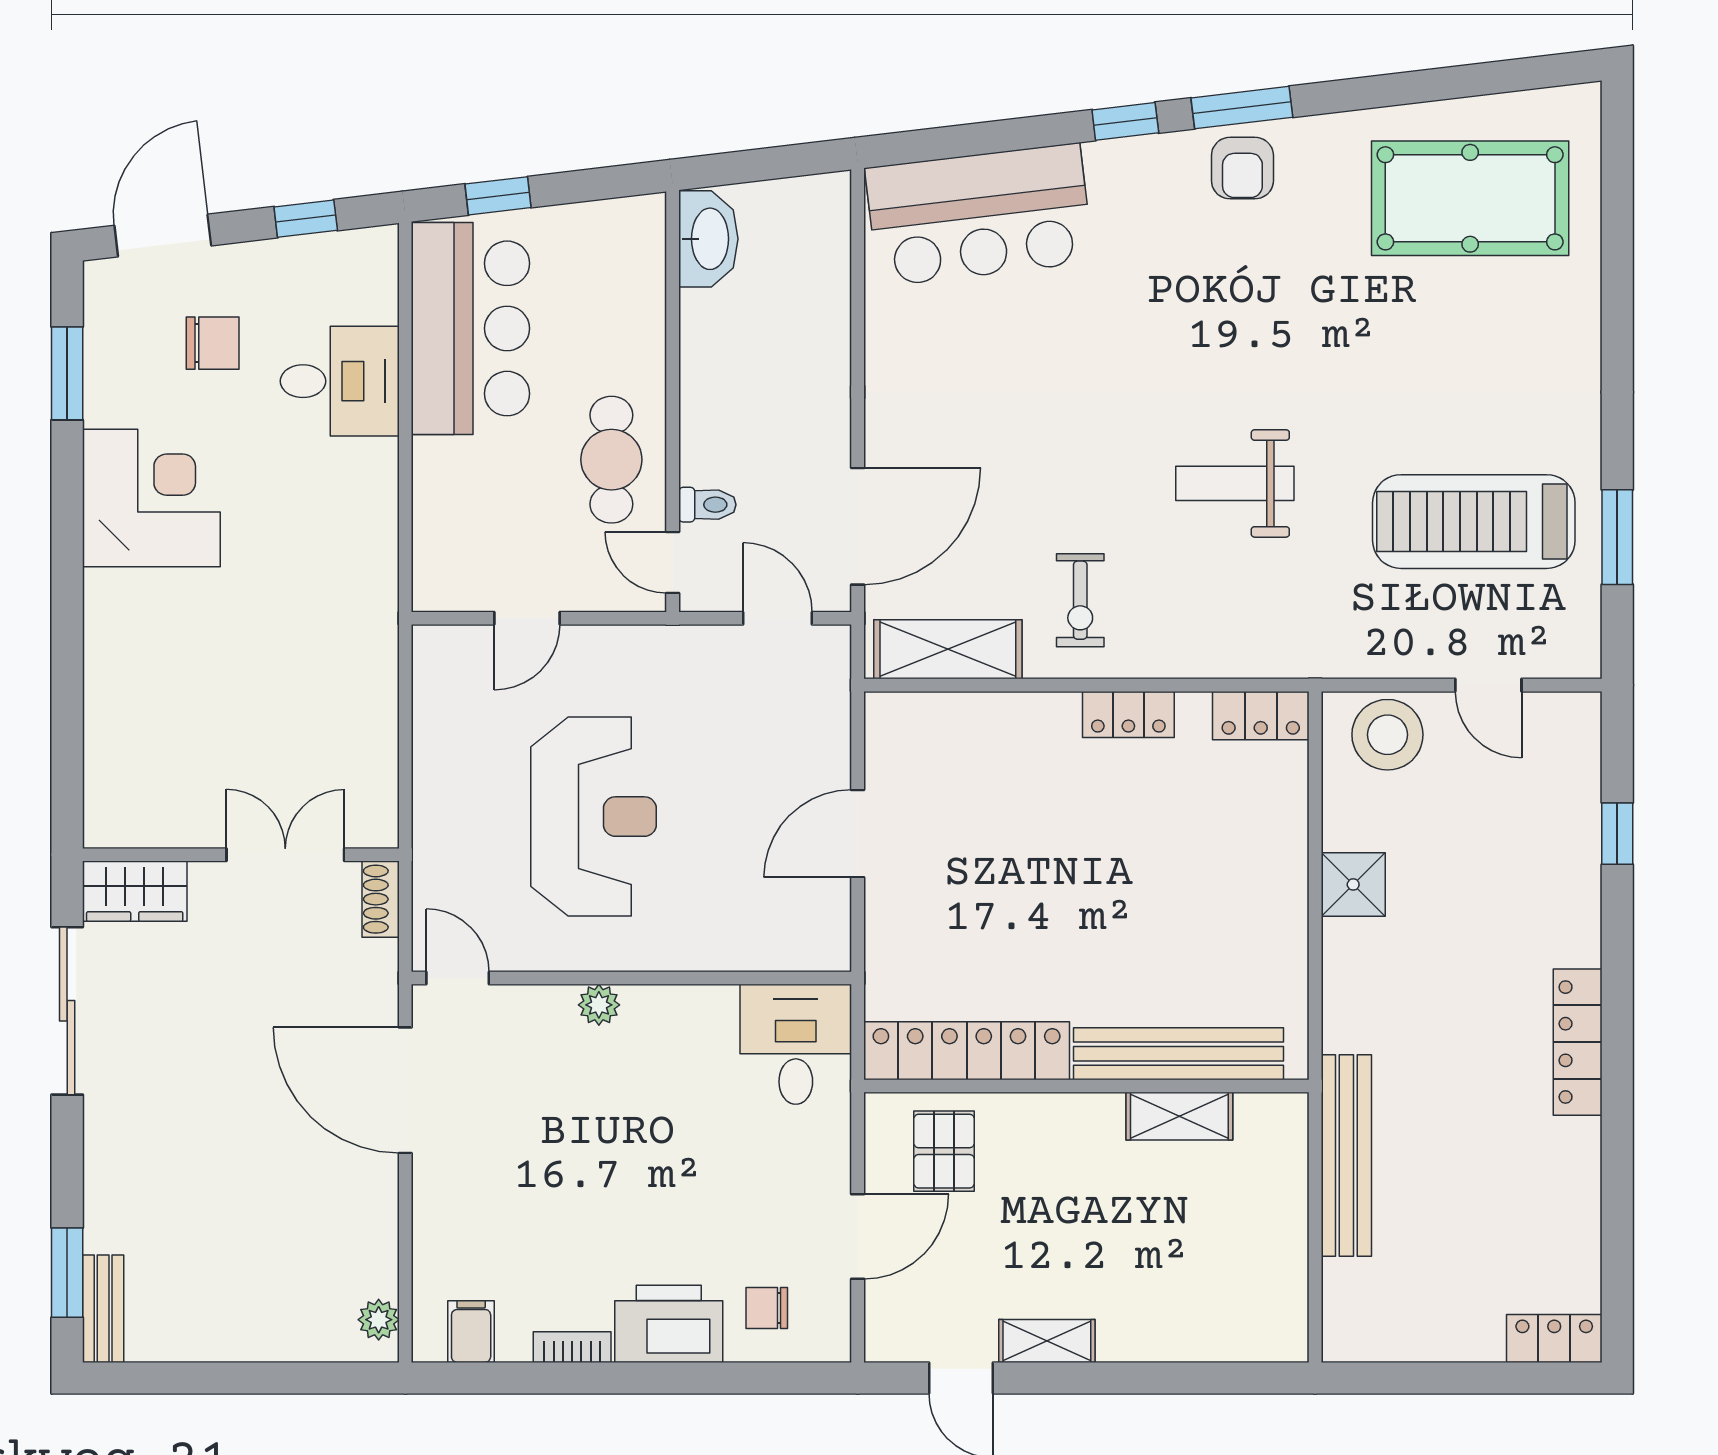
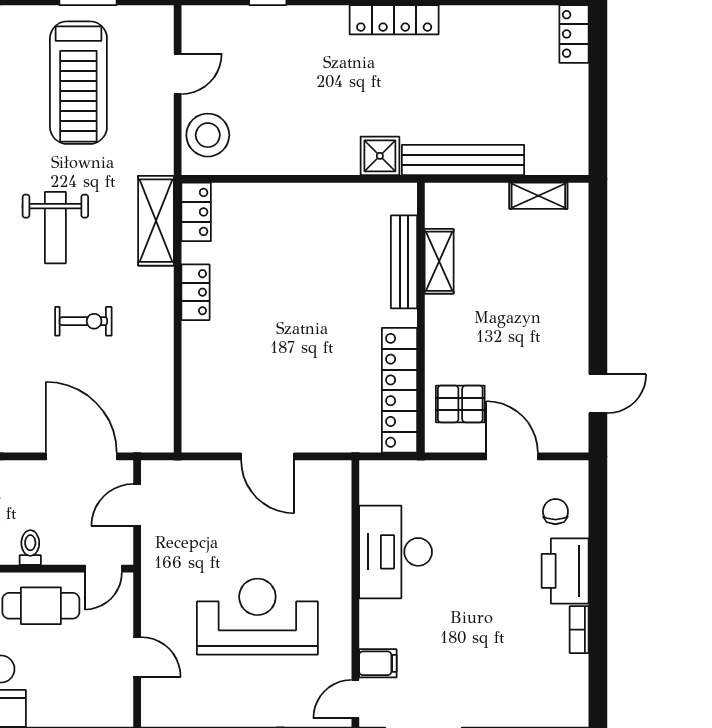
toilet: (707, 505) -> (30, 548), moved
exercise bike: (1080, 600) -> (83, 321), moved
shelving: (948, 649) -> (156, 221), moved
shower: (1353, 884) -> (380, 156), moved
plant: (599, 1005) -> (372, 613), removed
desk: (796, 1044) -> (396, 552), moved, width x1.37
bench: (1178, 1054) -> (404, 262), width x0.73, depth x0.82
chair: (767, 1308) -> (555, 512), turned 180
filing cabinet: (471, 1332) -> (378, 663), moved, turned 180
shelving: (1047, 1341) -> (538, 196), moved, turned 90

